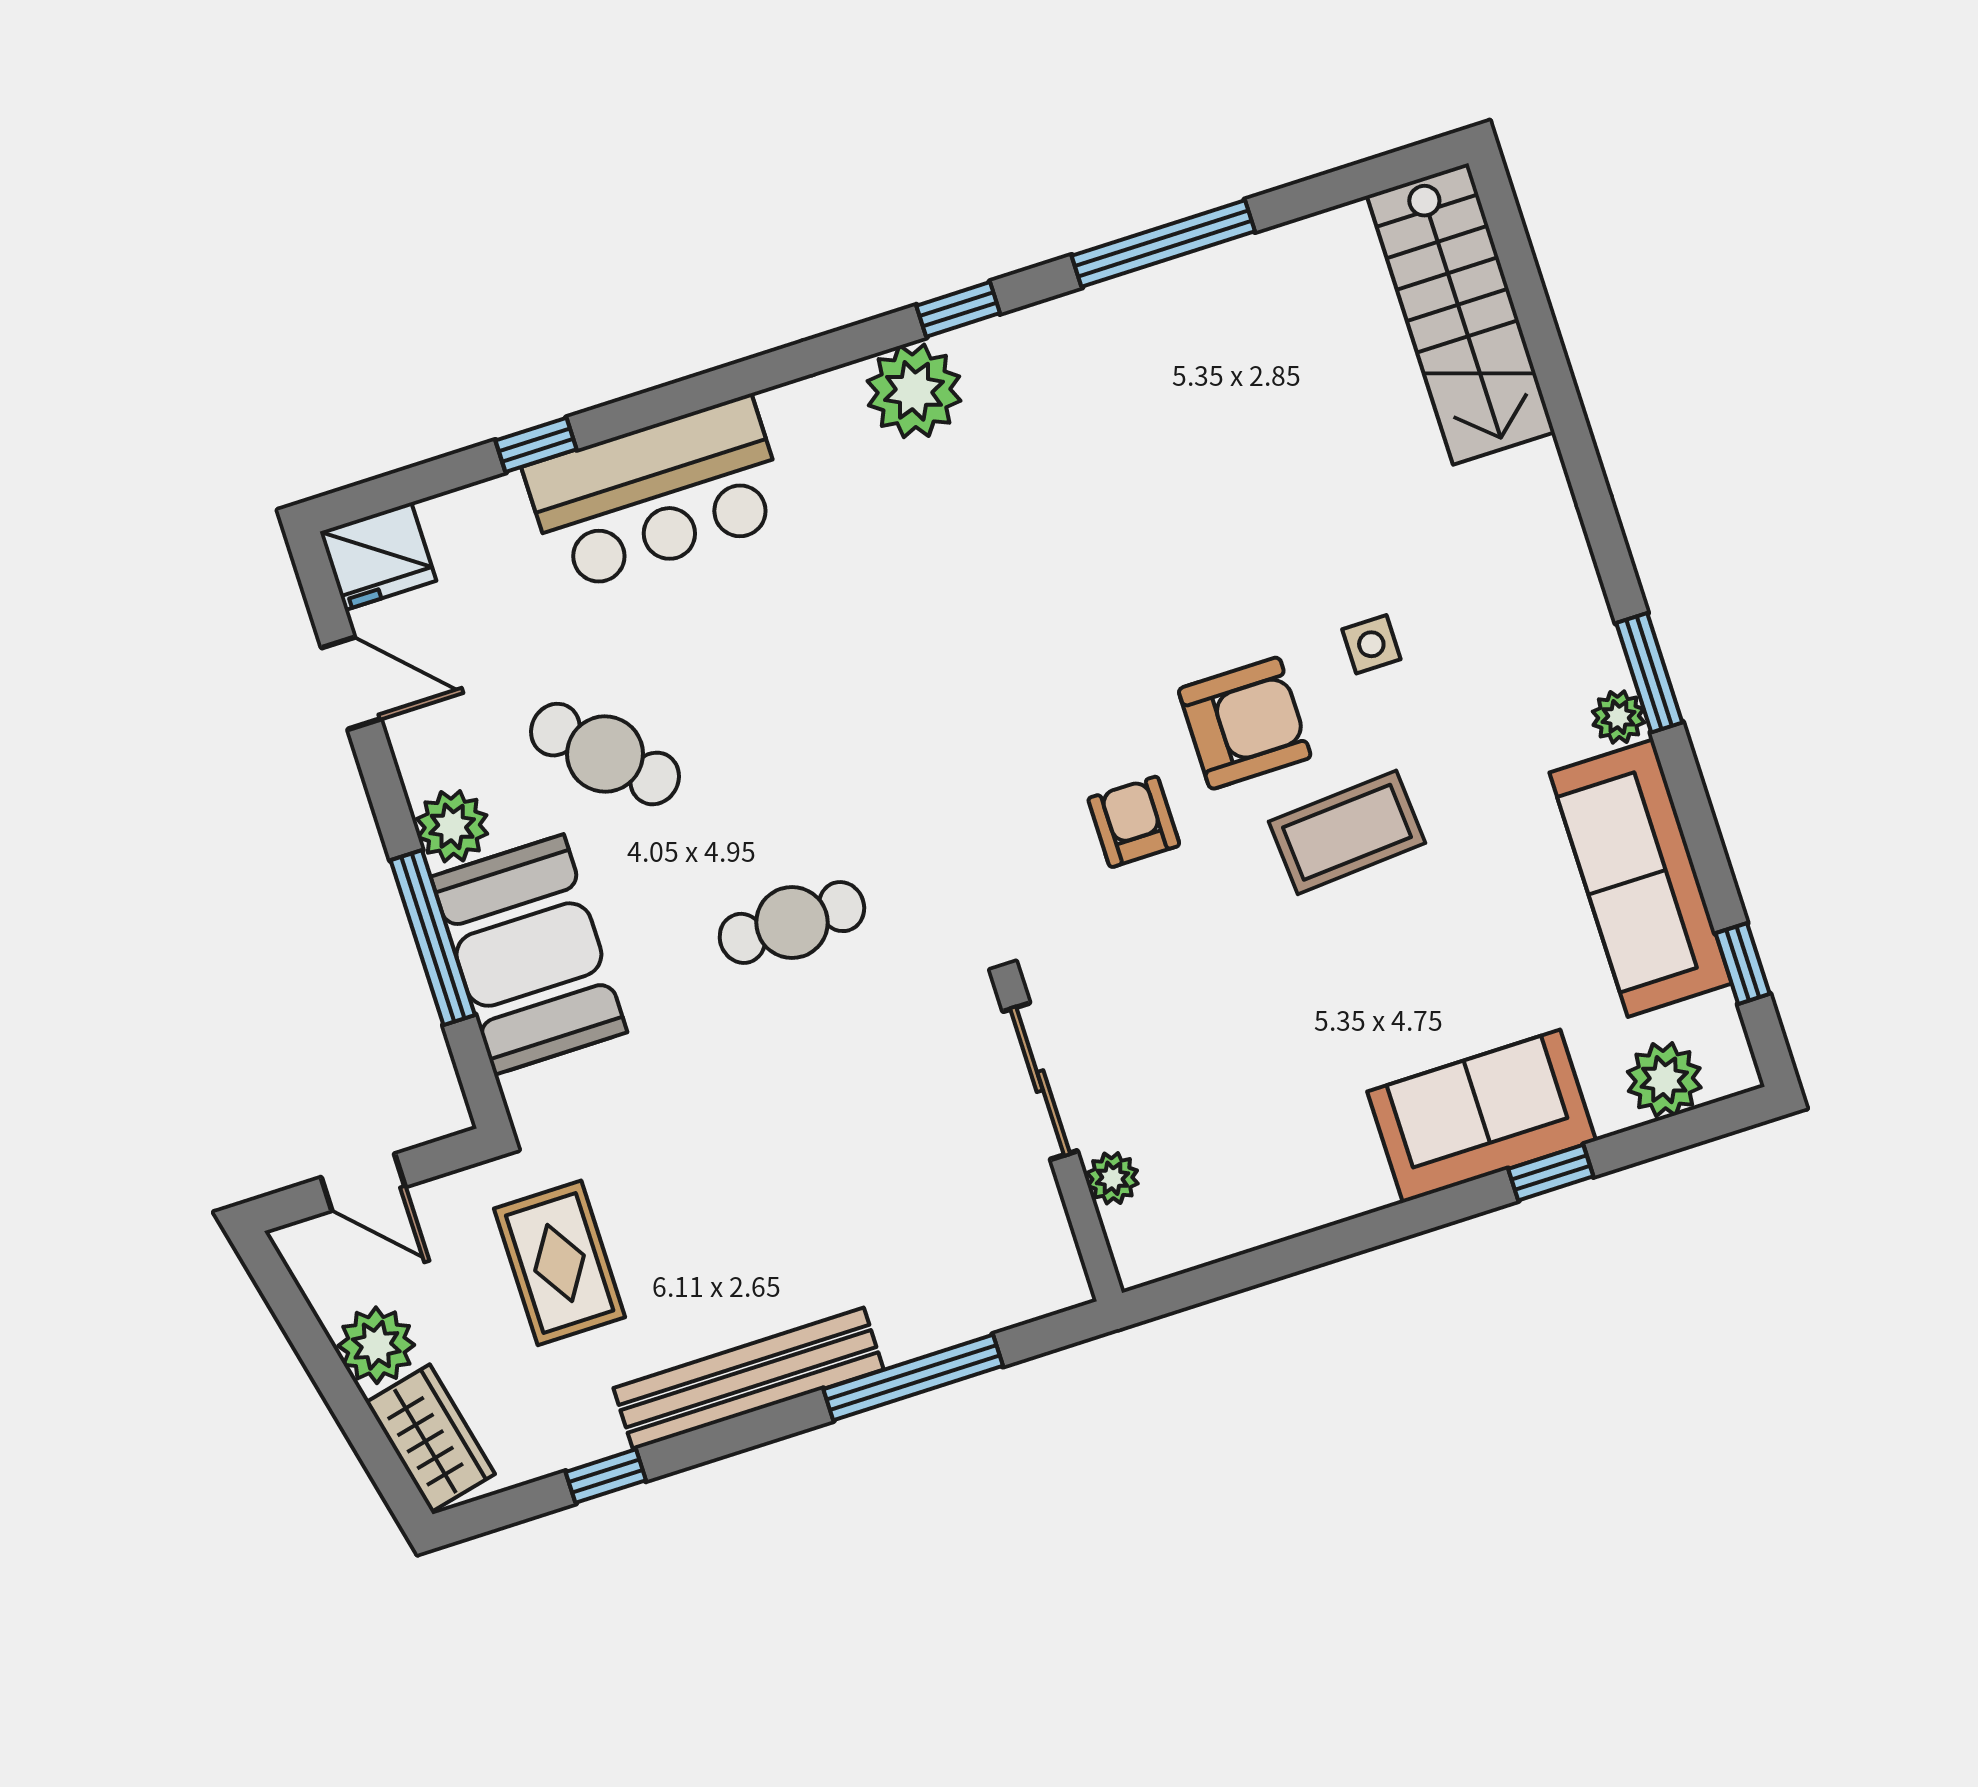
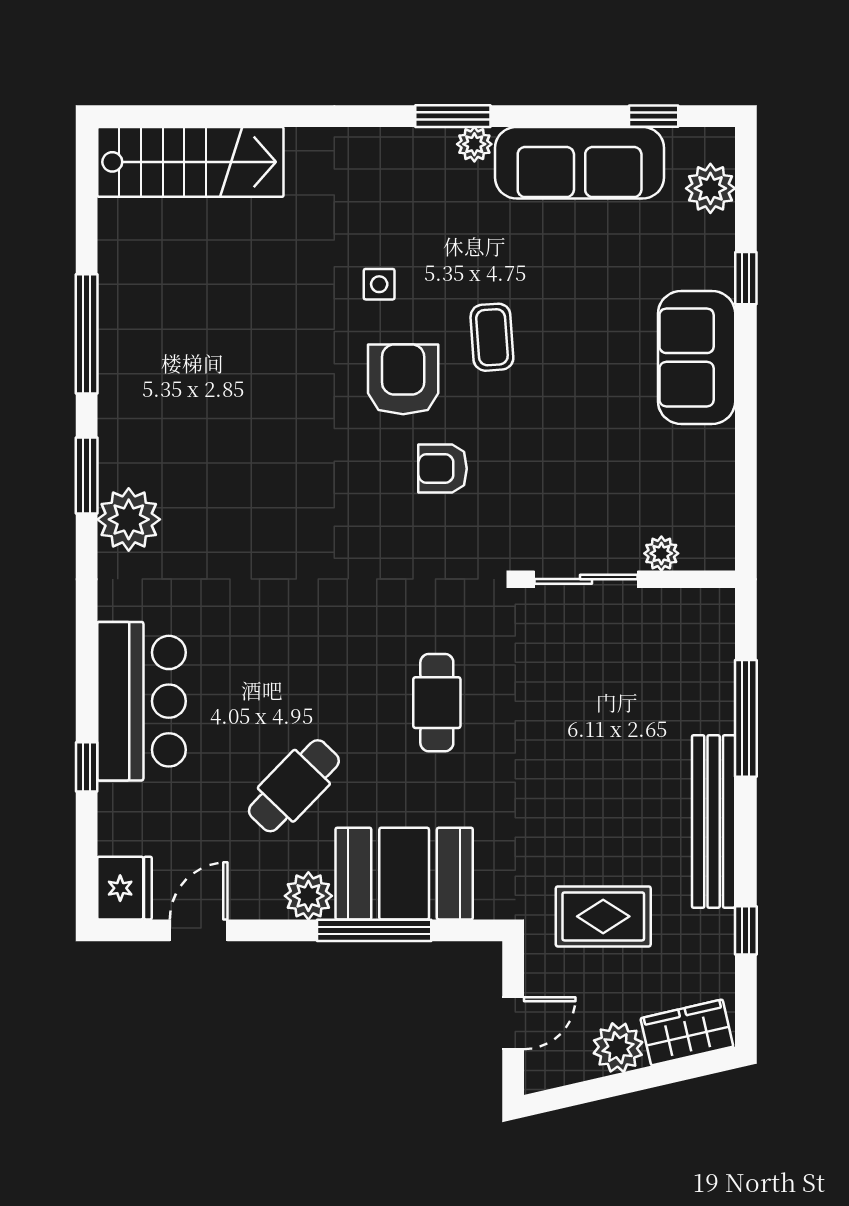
window: (958, 309) -> (87, 475), width x1.50
coffee table: (1347, 832) -> (492, 337), width x0.73, depth x0.77
sofa: (1482, 1116) -> (697, 357), moved

